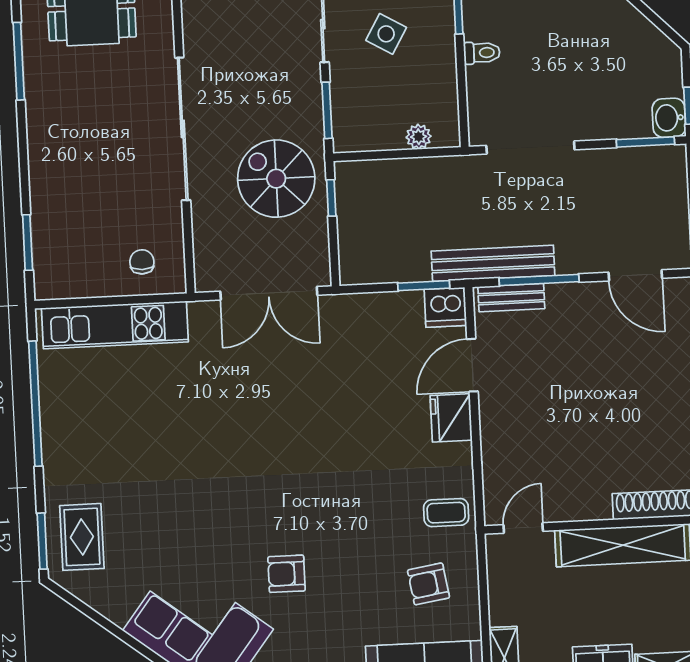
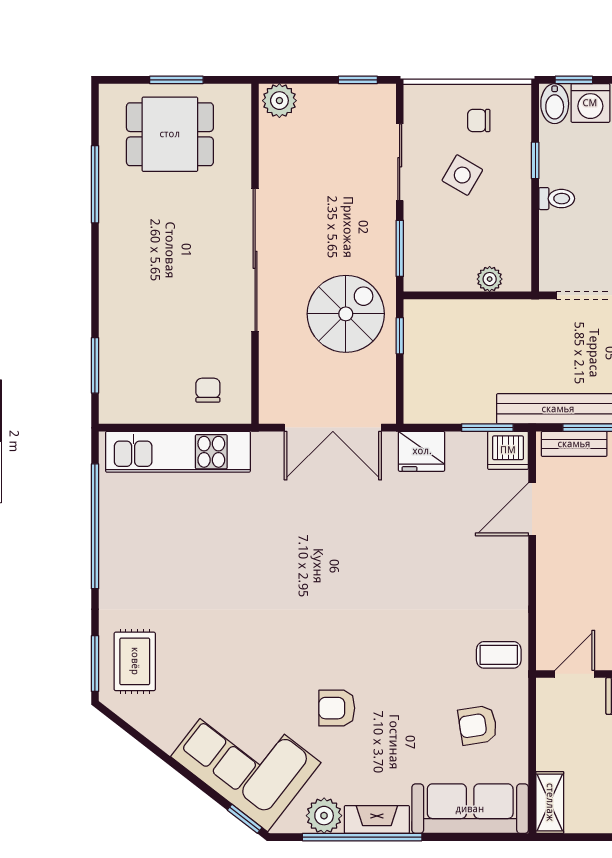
spiral stairs: (276, 179) -> (346, 314), turned 90
fridge: (451, 418) -> (422, 451), moved, turned -90

